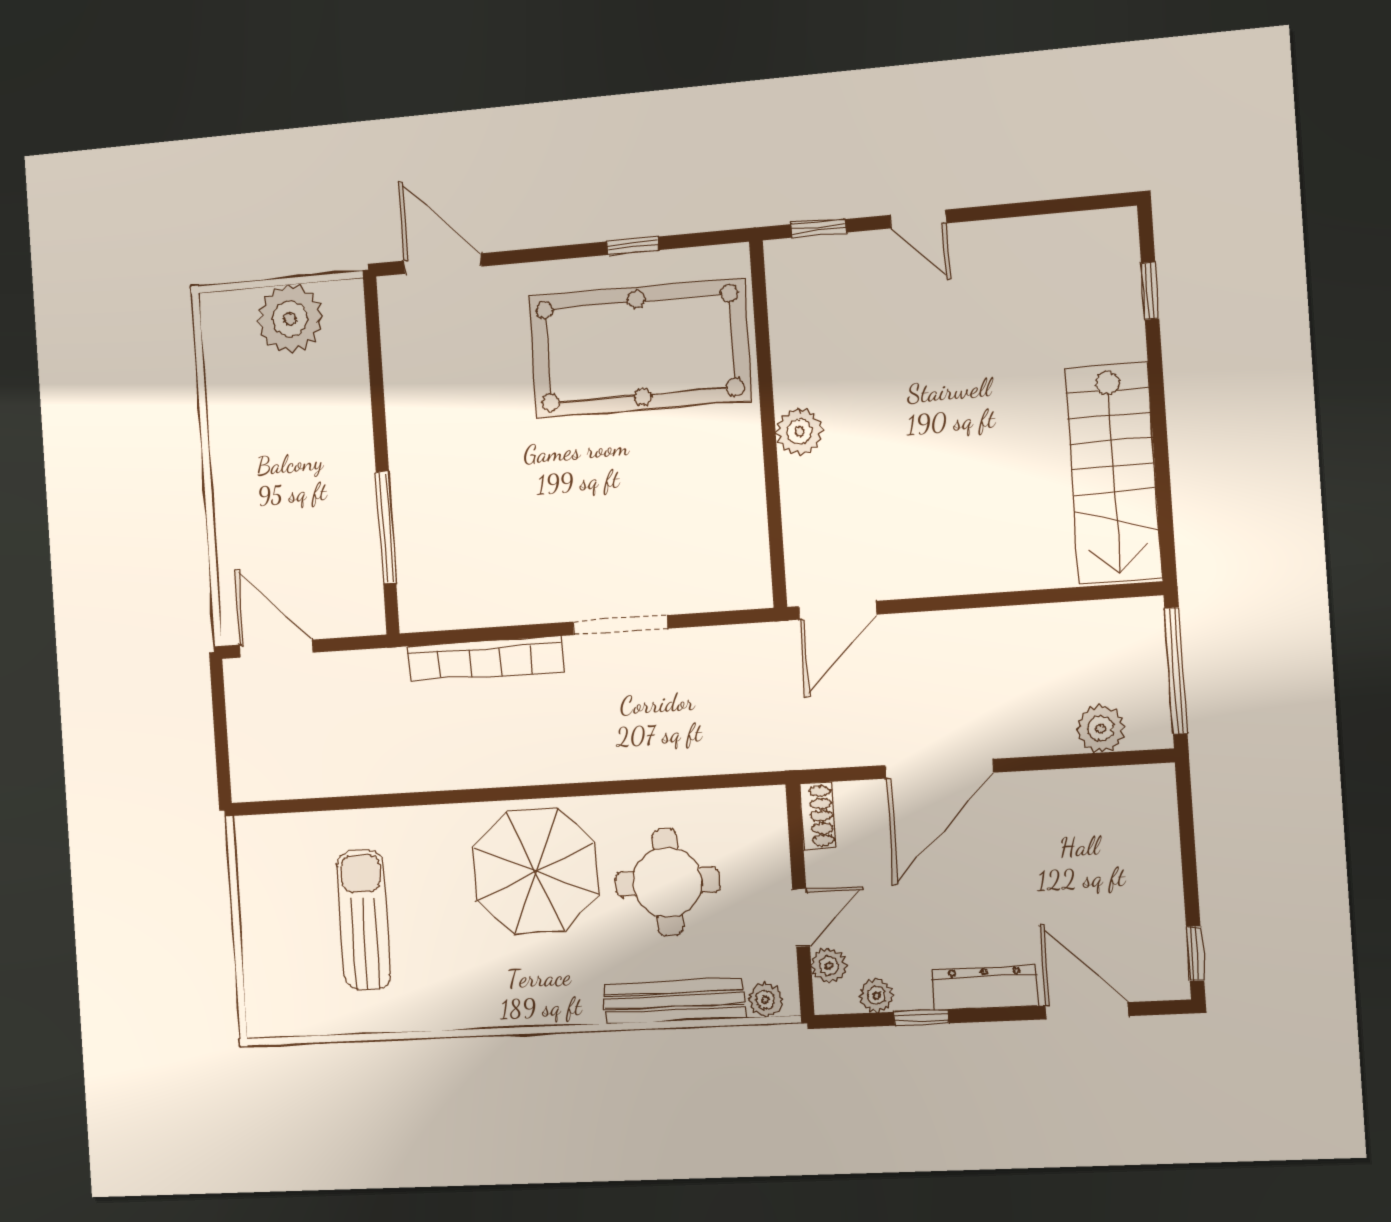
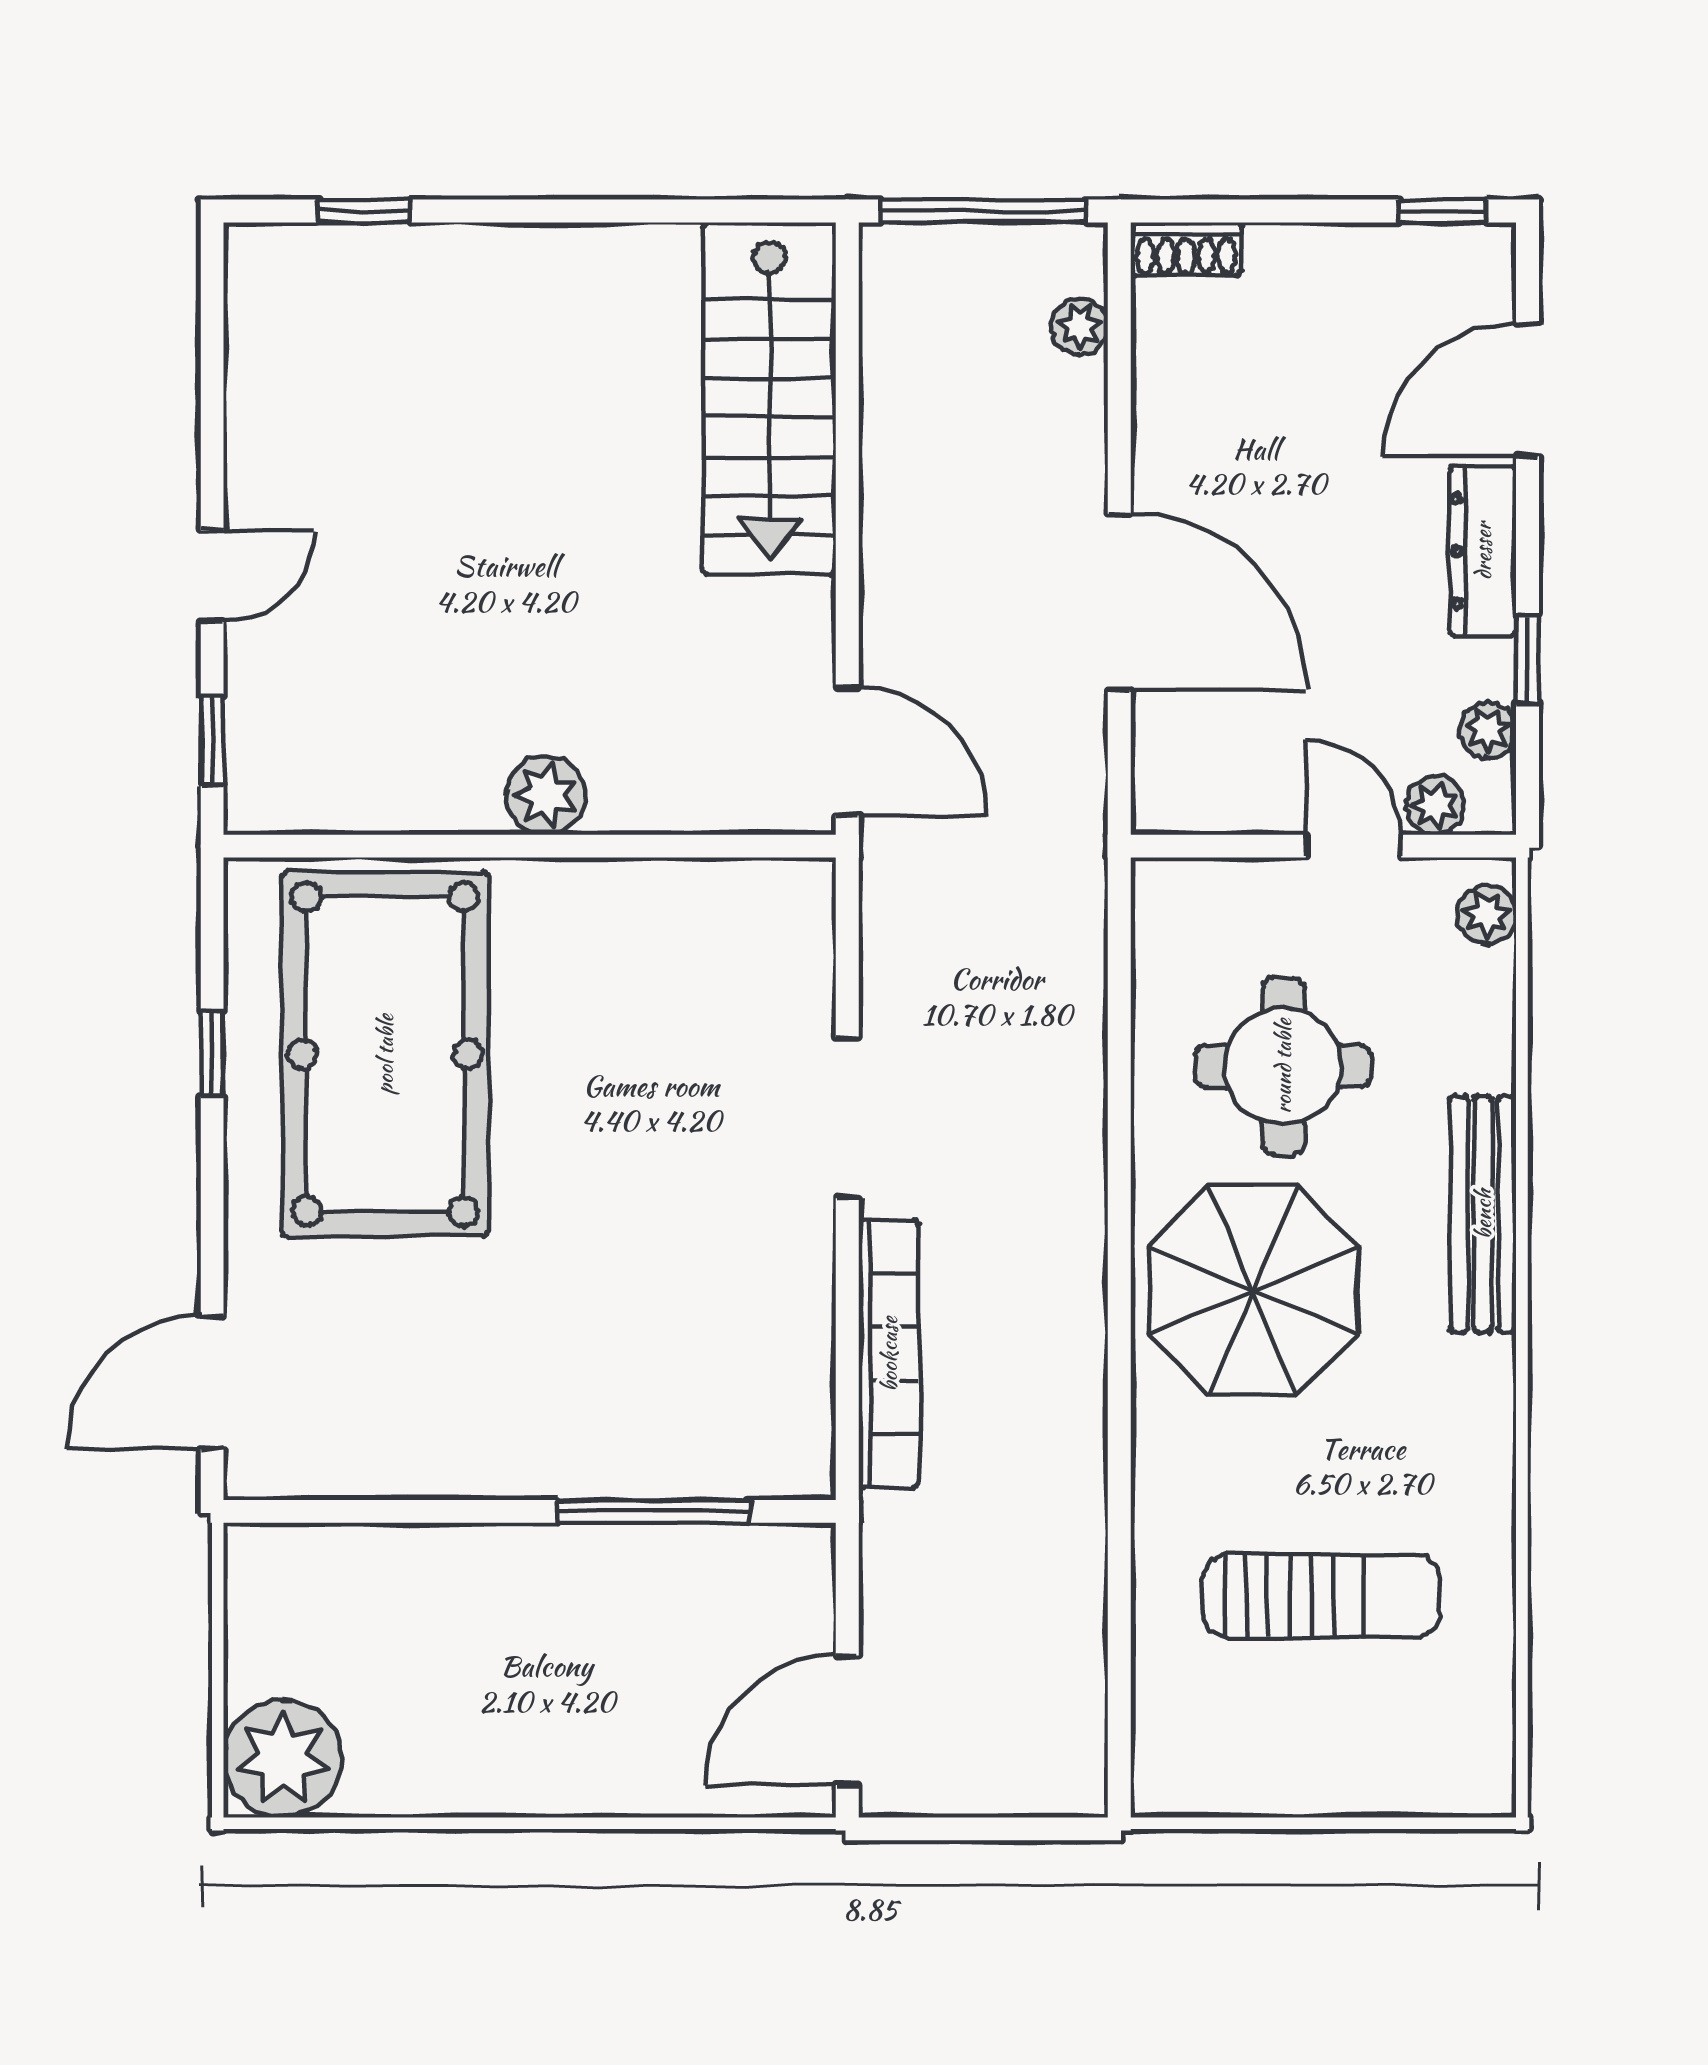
plant: (290, 319) -> (283, 1758), moved
stairs: (1114, 473) -> (769, 398), moved, turned 90
plant: (1101, 729) -> (1080, 327), width x0.73, depth x0.73
shoe rack: (817, 816) -> (1186, 249), moved, turned 180
sun lounger: (364, 920) -> (1321, 1596), turned 180
bench: (674, 1001) -> (1483, 1214), moved

